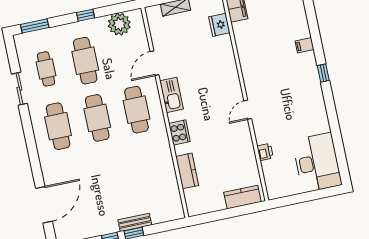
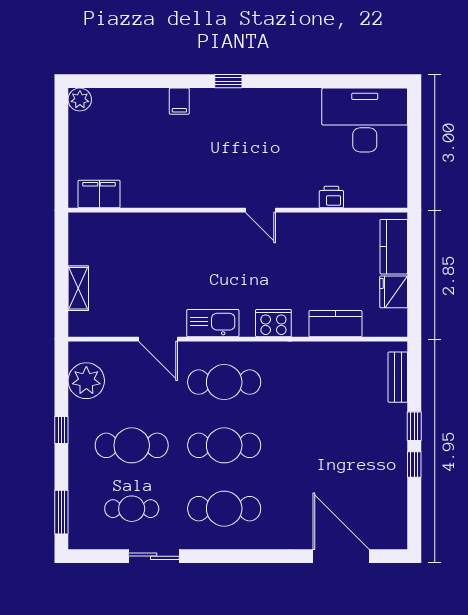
fridge: (219, 25) -> (394, 292), moved, turned 90
bench: (135, 222) -> (398, 377), moved

